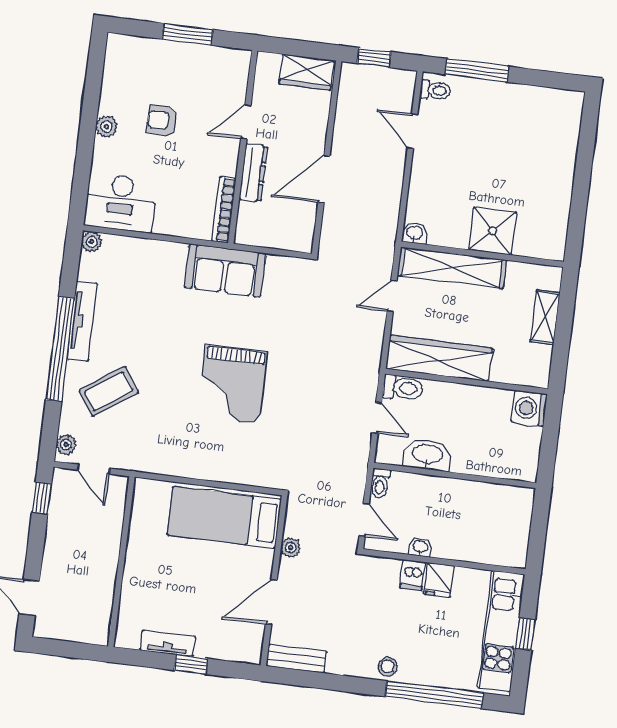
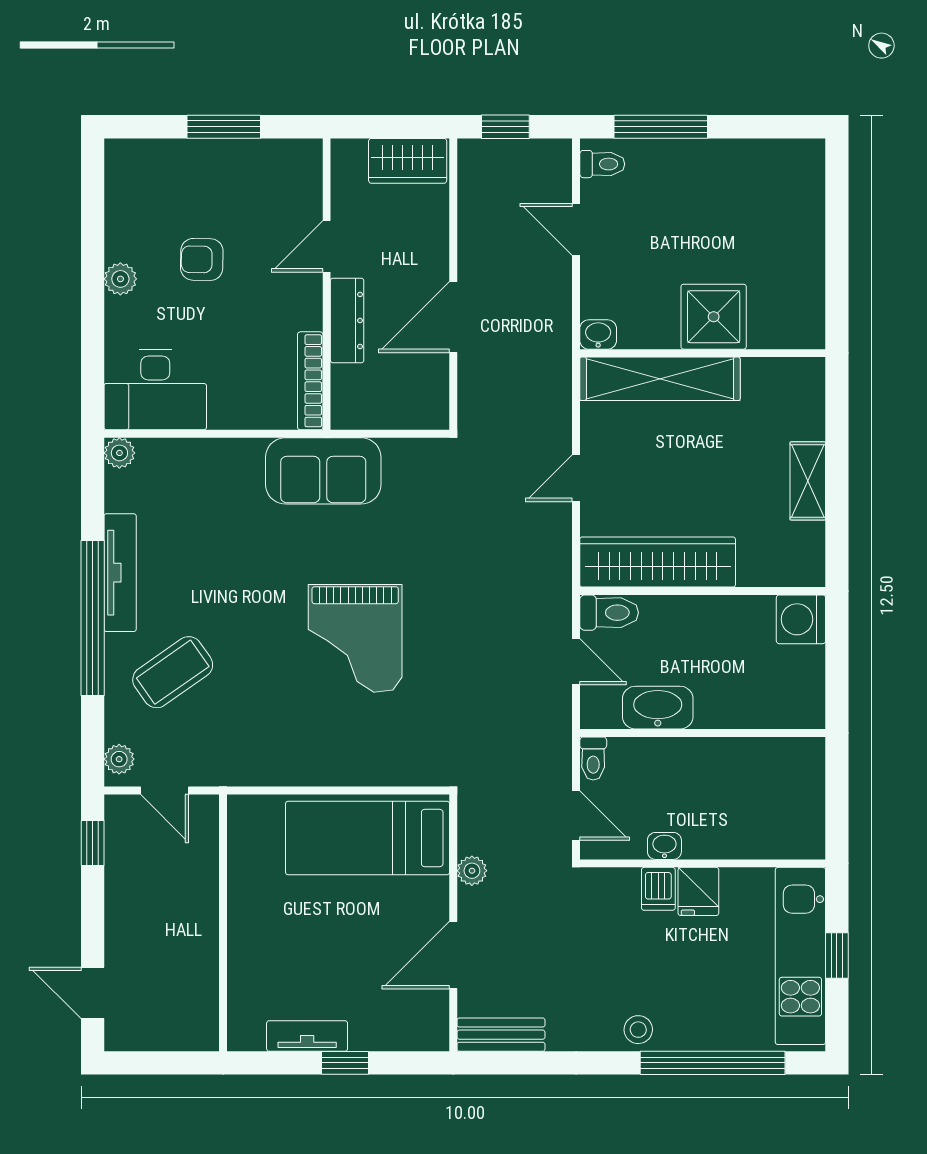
shower: (493, 231) -> (714, 317), moved
washbasin: (415, 233) -> (598, 335), moved
wall: (482, 254) -> (703, 353), moved
shelving: (452, 268) -> (660, 379), moved

